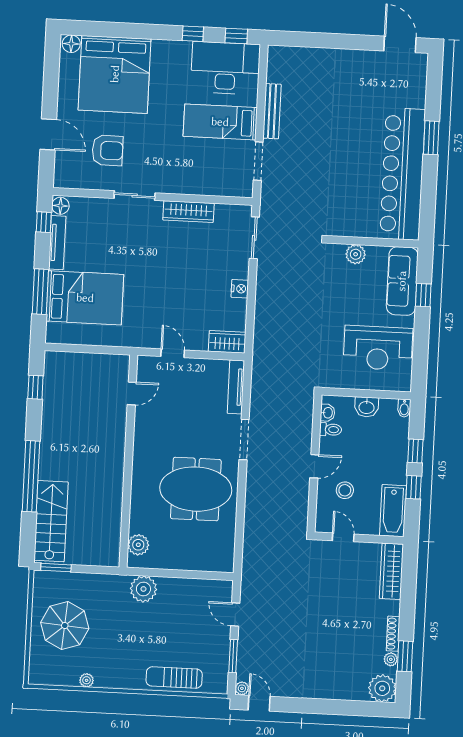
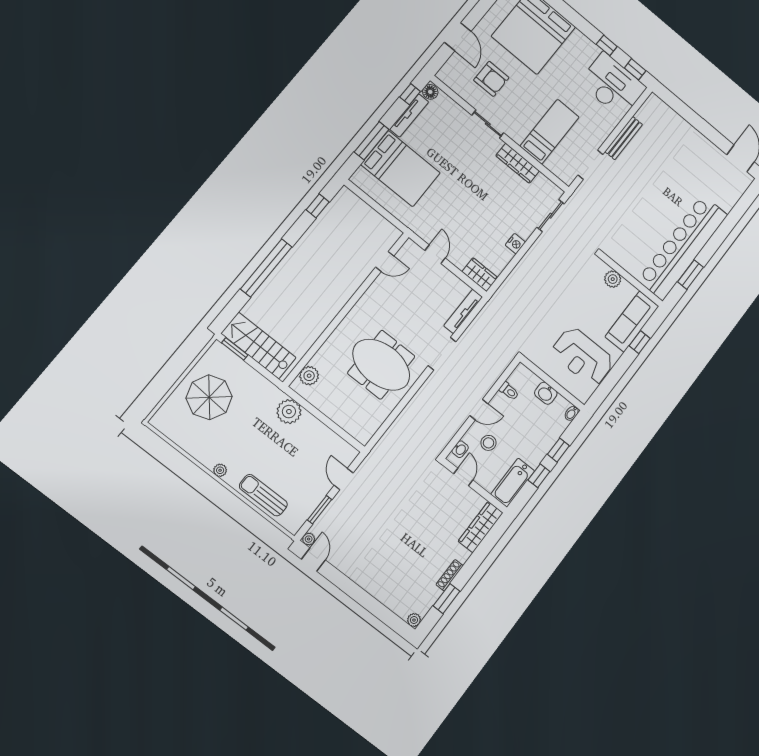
bed: (220, 122) -> (550, 132), moved, turned 90
window: (431, 138) -> (690, 275), moved
washbasin: (328, 413) -> (460, 449), moved
stairs: (51, 521) -> (259, 346), moved, turned -90
plant: (391, 659) -> (435, 594), removed
plant: (87, 680) -> (220, 470), moved
plant: (382, 688) -> (414, 620), width x0.53, depth x0.53

